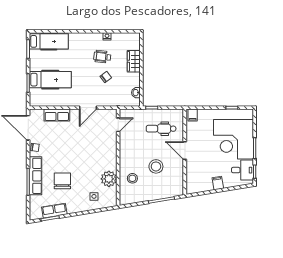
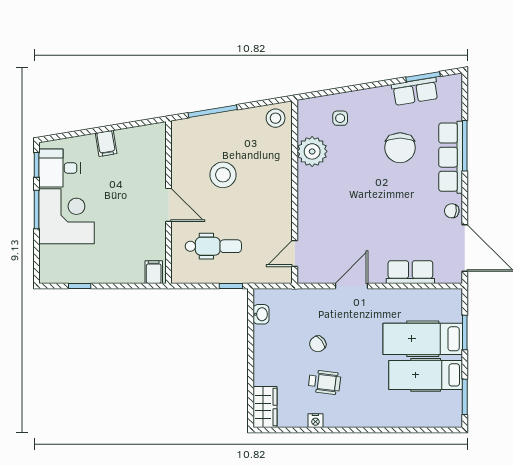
hospital bed: (49, 41) -> (426, 375), moved
wardrobe: (134, 61) -> (265, 407), moved
corner desk: (234, 139) -> (66, 216), width x0.74, depth x0.74
stool: (132, 178) -> (276, 118), moved

